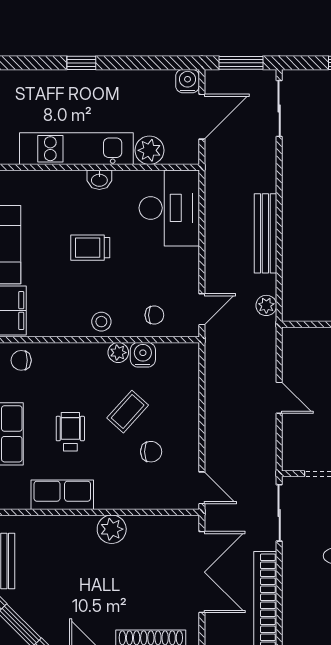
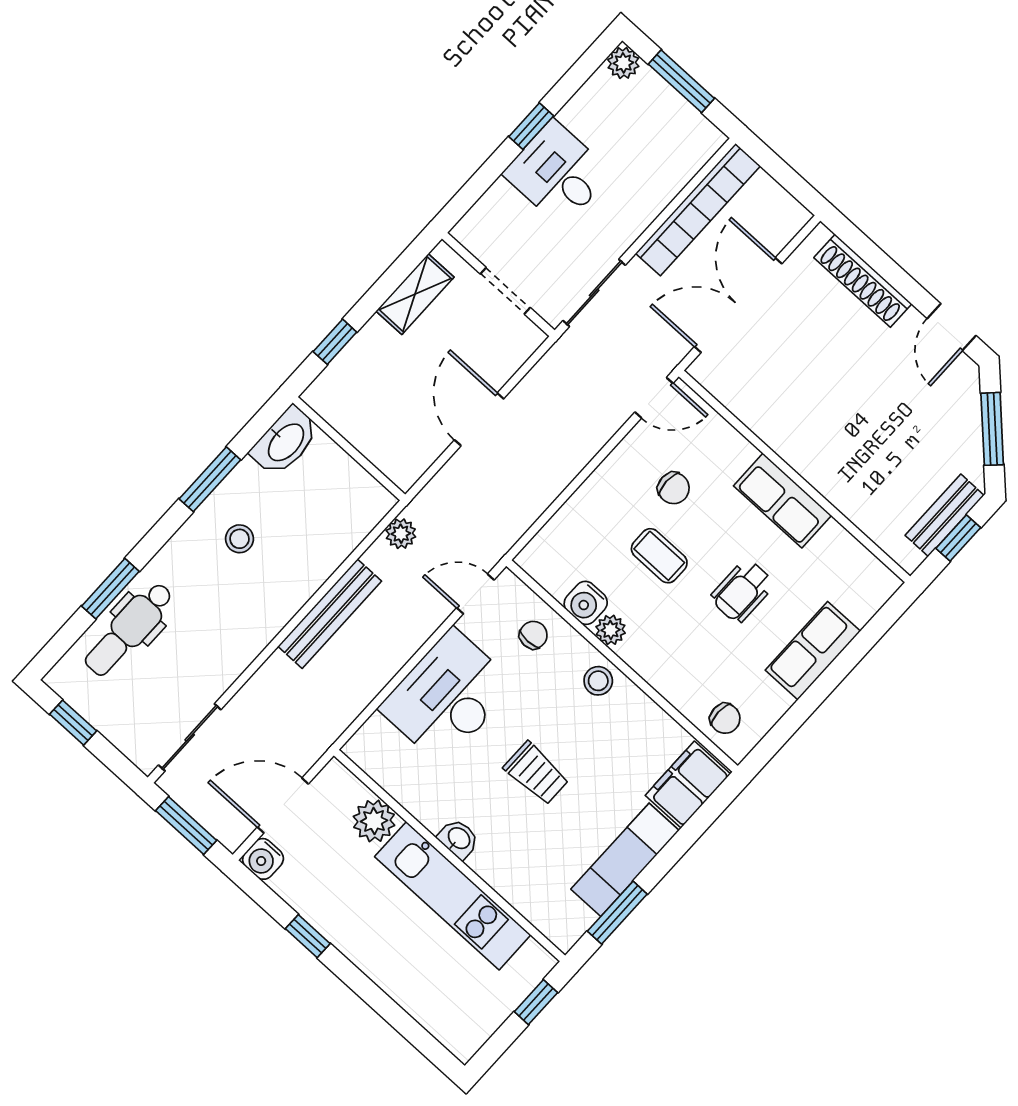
window: (81, 63) -> (308, 936), moved
desk: (169, 208) -> (447, 697), moved
chair: (154, 315) -> (533, 635), turned 90
door: (279, 398) -> (479, 419), width x1.38
coffee table: (128, 412) -> (659, 556), turned 48
chair: (151, 452) -> (674, 488), turned 180
door: (202, 488) -> (654, 398), swing flipped
row of seats: (62, 495) -> (782, 501), moved
plant: (112, 529) -> (795, 442), removed

